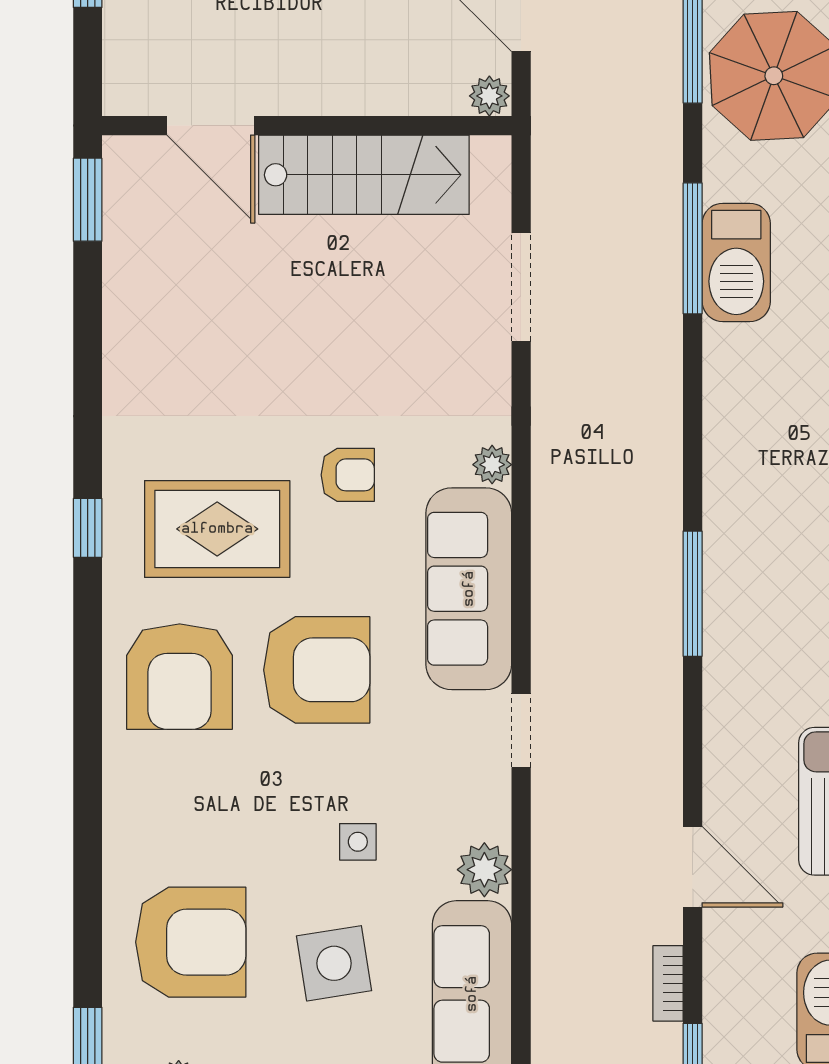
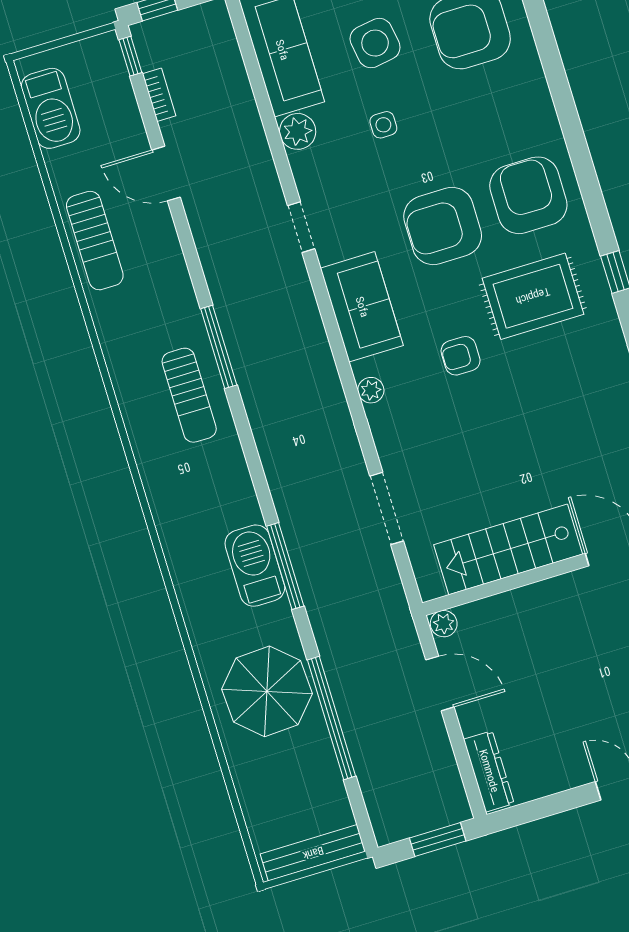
sun lounger: (756, 537) -> (189, 395), added
sofa: (469, 589) -> (362, 307), width x0.73

